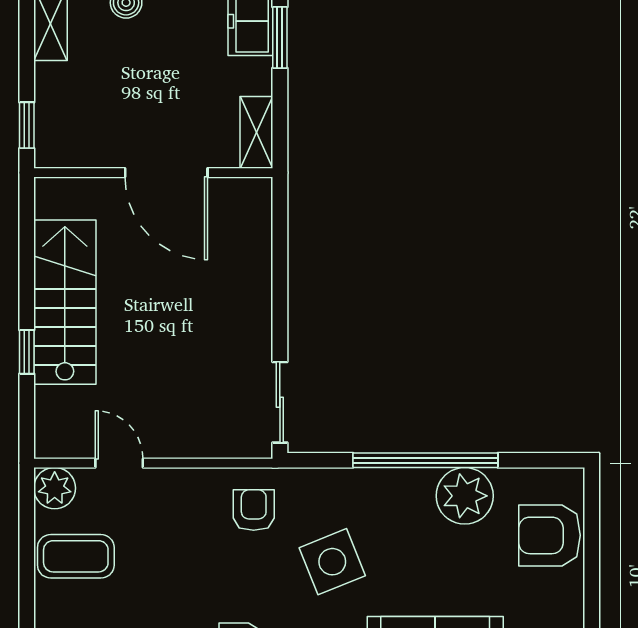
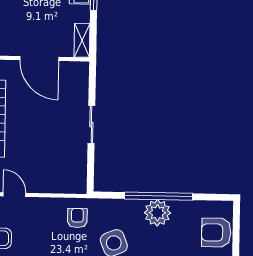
sliding door: (280, 402) -> (91, 125), moved
plant: (465, 496) -> (157, 213), moved

